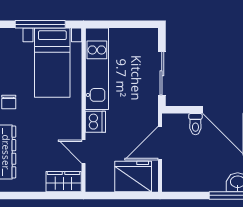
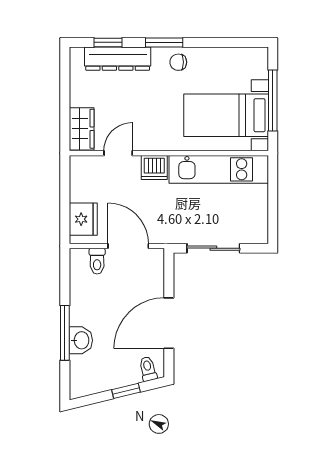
toilet: (195, 124) -> (97, 261), moved, turned -90
fridge: (133, 176) -> (83, 219), width x0.73, depth x0.75

